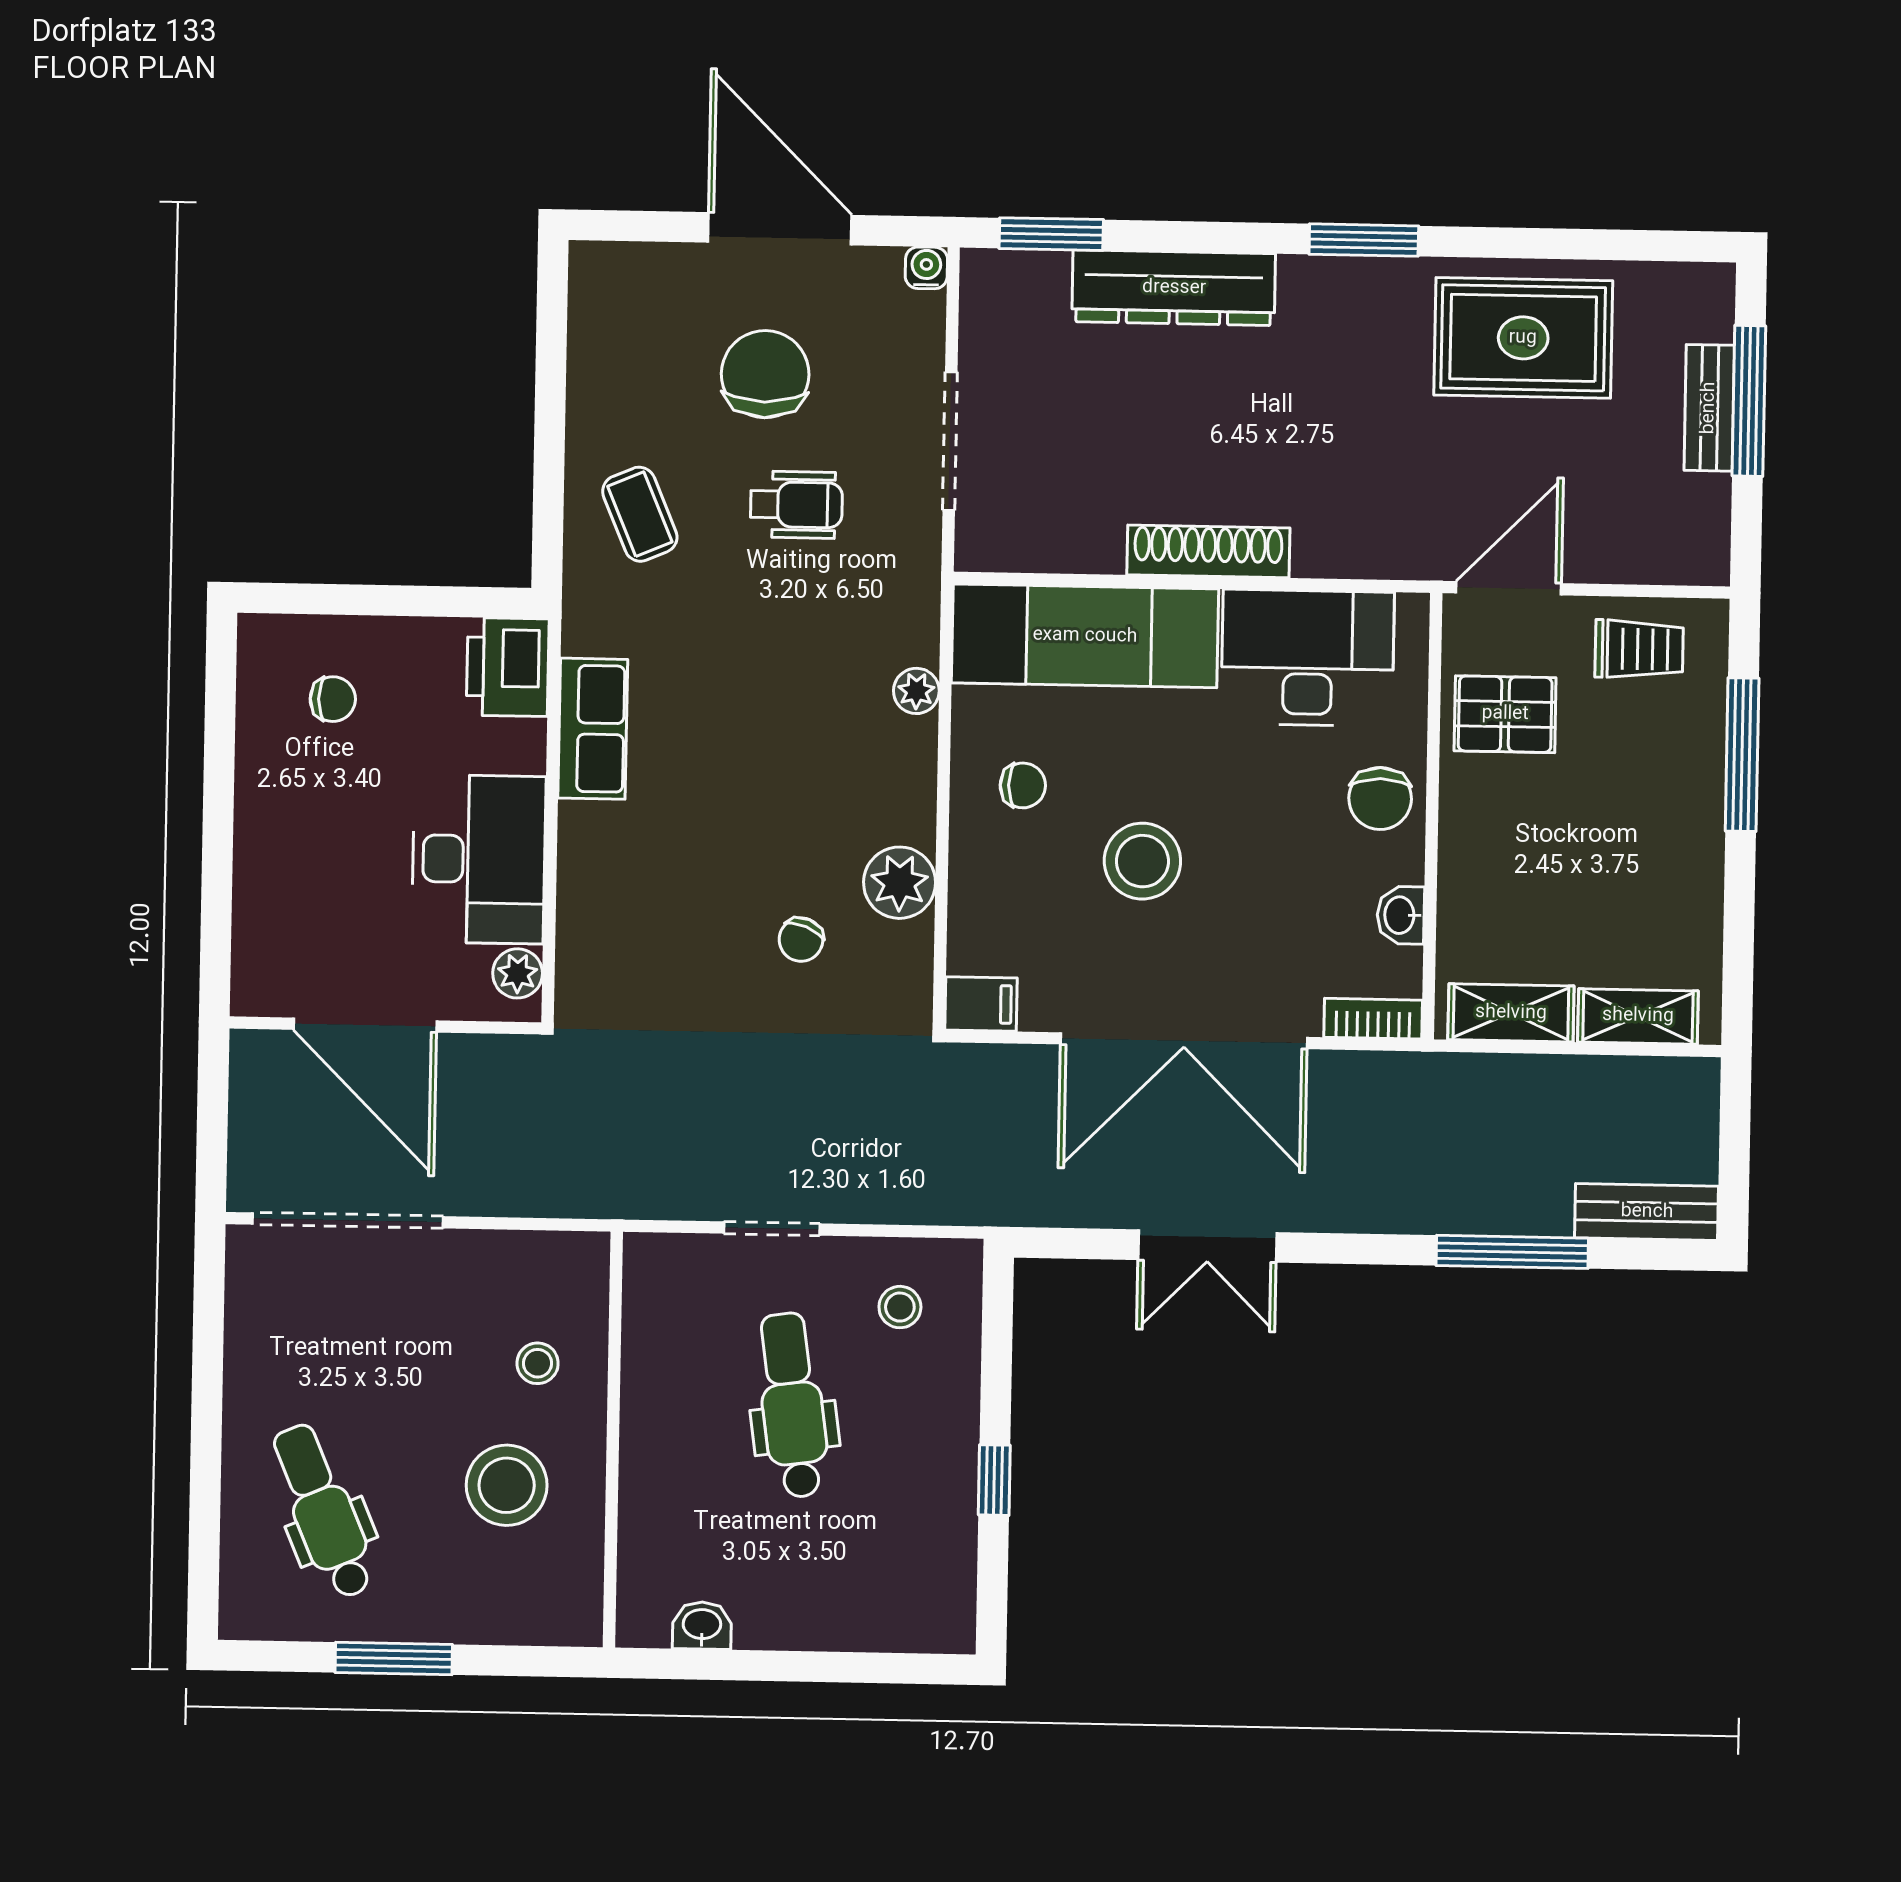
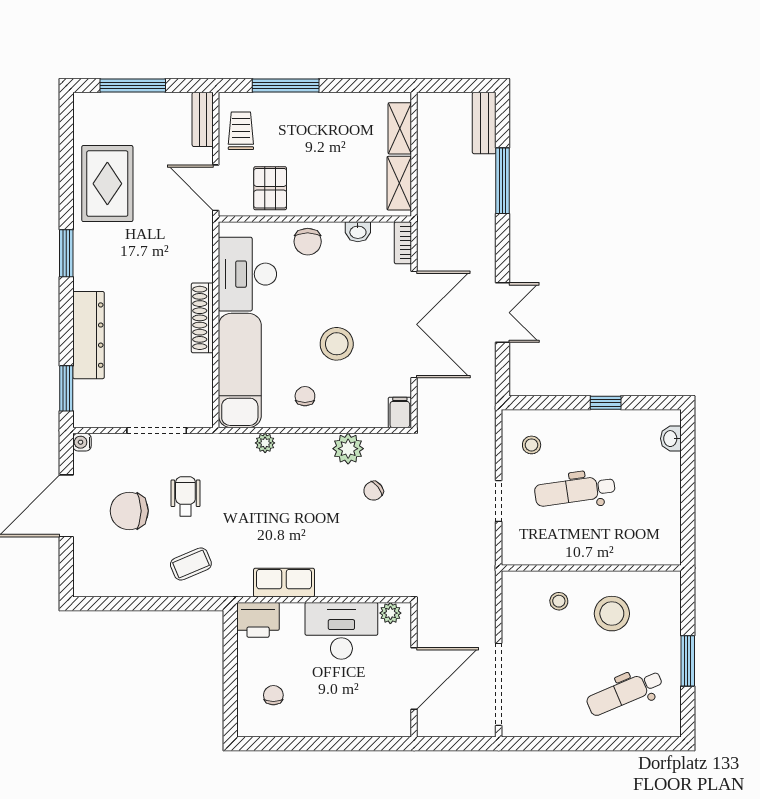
bench: (1709, 408) -> (203, 119), moved, turned 90
chair: (1380, 799) -> (308, 242), turned 90
chair: (801, 940) -> (373, 491), turned 120
washbasin: (702, 1626) -> (671, 439), moved

